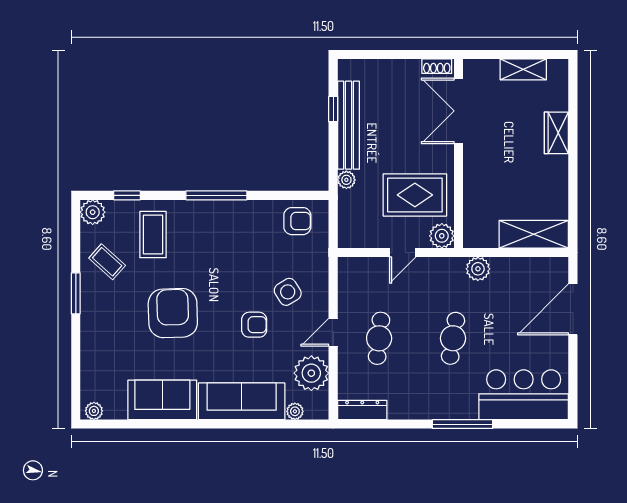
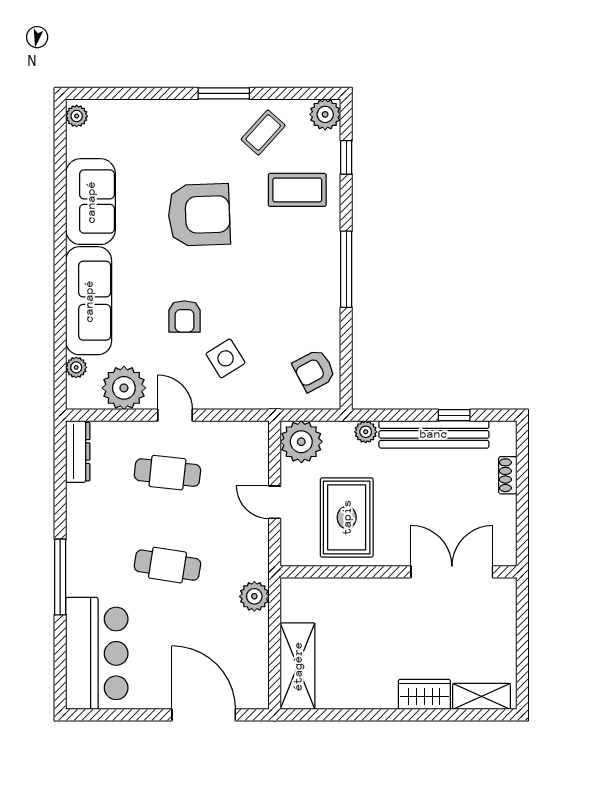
shoe rack: (437, 66) -> (508, 475), moved
shelving: (523, 69) -> (481, 696), moved, turned 90
armchair: (297, 221) -> (314, 370), turned 62
plant: (442, 236) -> (301, 442), moved, width x1.36, depth x1.36

